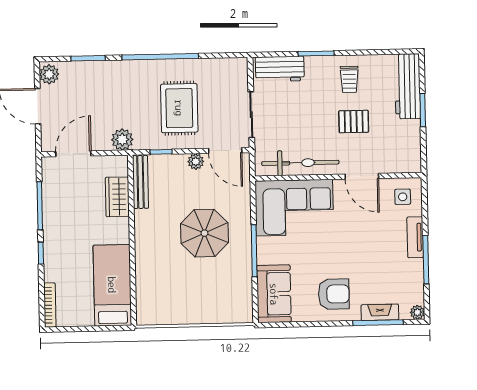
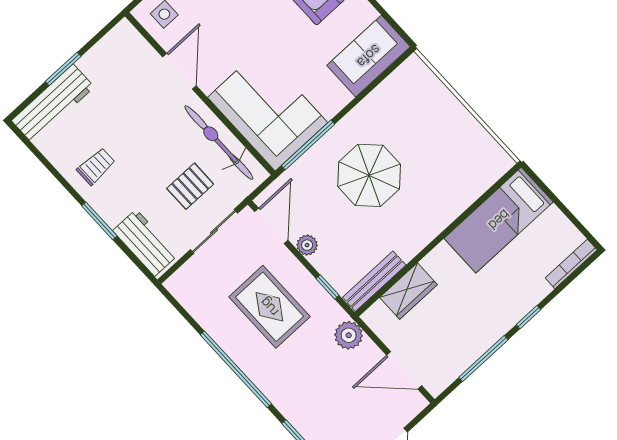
rug: (179, 108) -> (269, 307), turned 90
pallet: (354, 122) -> (190, 186), moved, turned 90
window: (254, 251) -> (308, 145), moved

